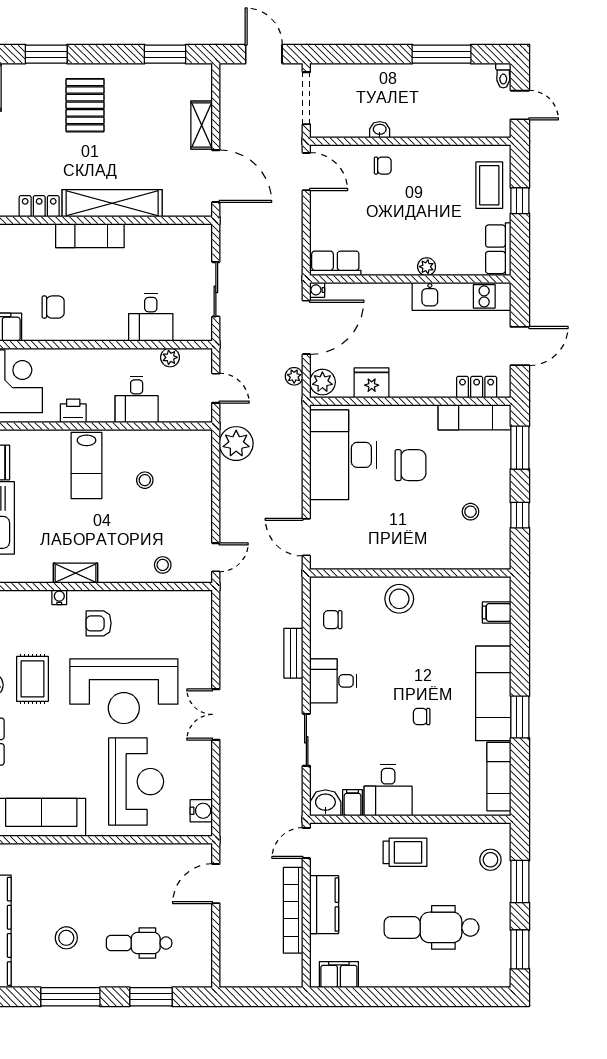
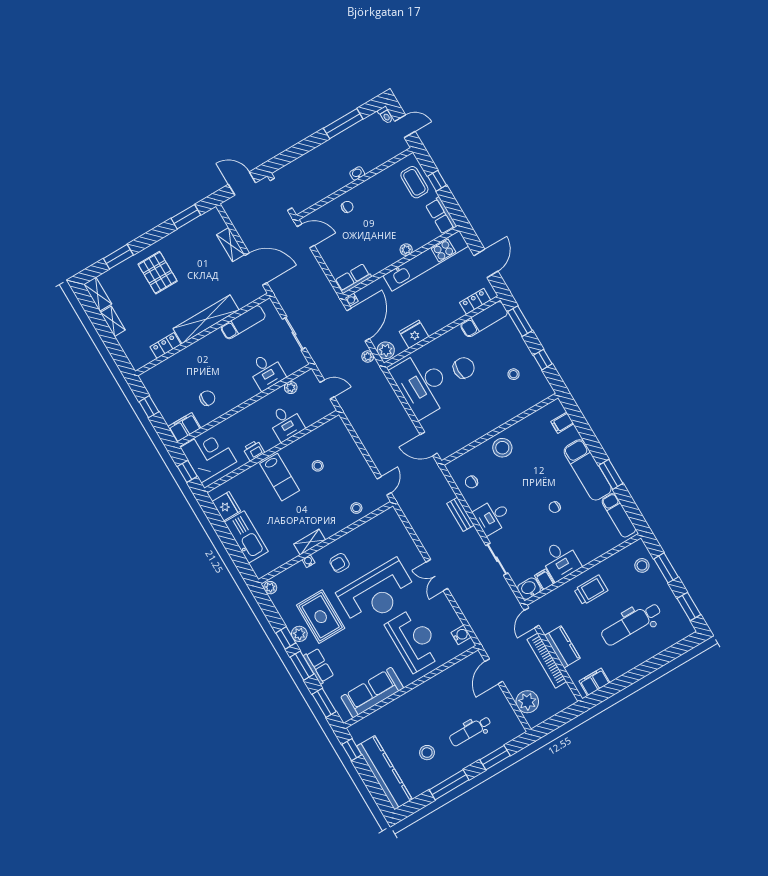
washbasin: (380, 130) -> (357, 173), moved
exam couch: (90, 236) -> (243, 322), moved
kitchen unit: (461, 296) -> (426, 261), width x1.36
plant: (236, 444) -> (527, 702), moved
rug: (32, 679) -> (321, 617), width x1.36, depth x1.43

